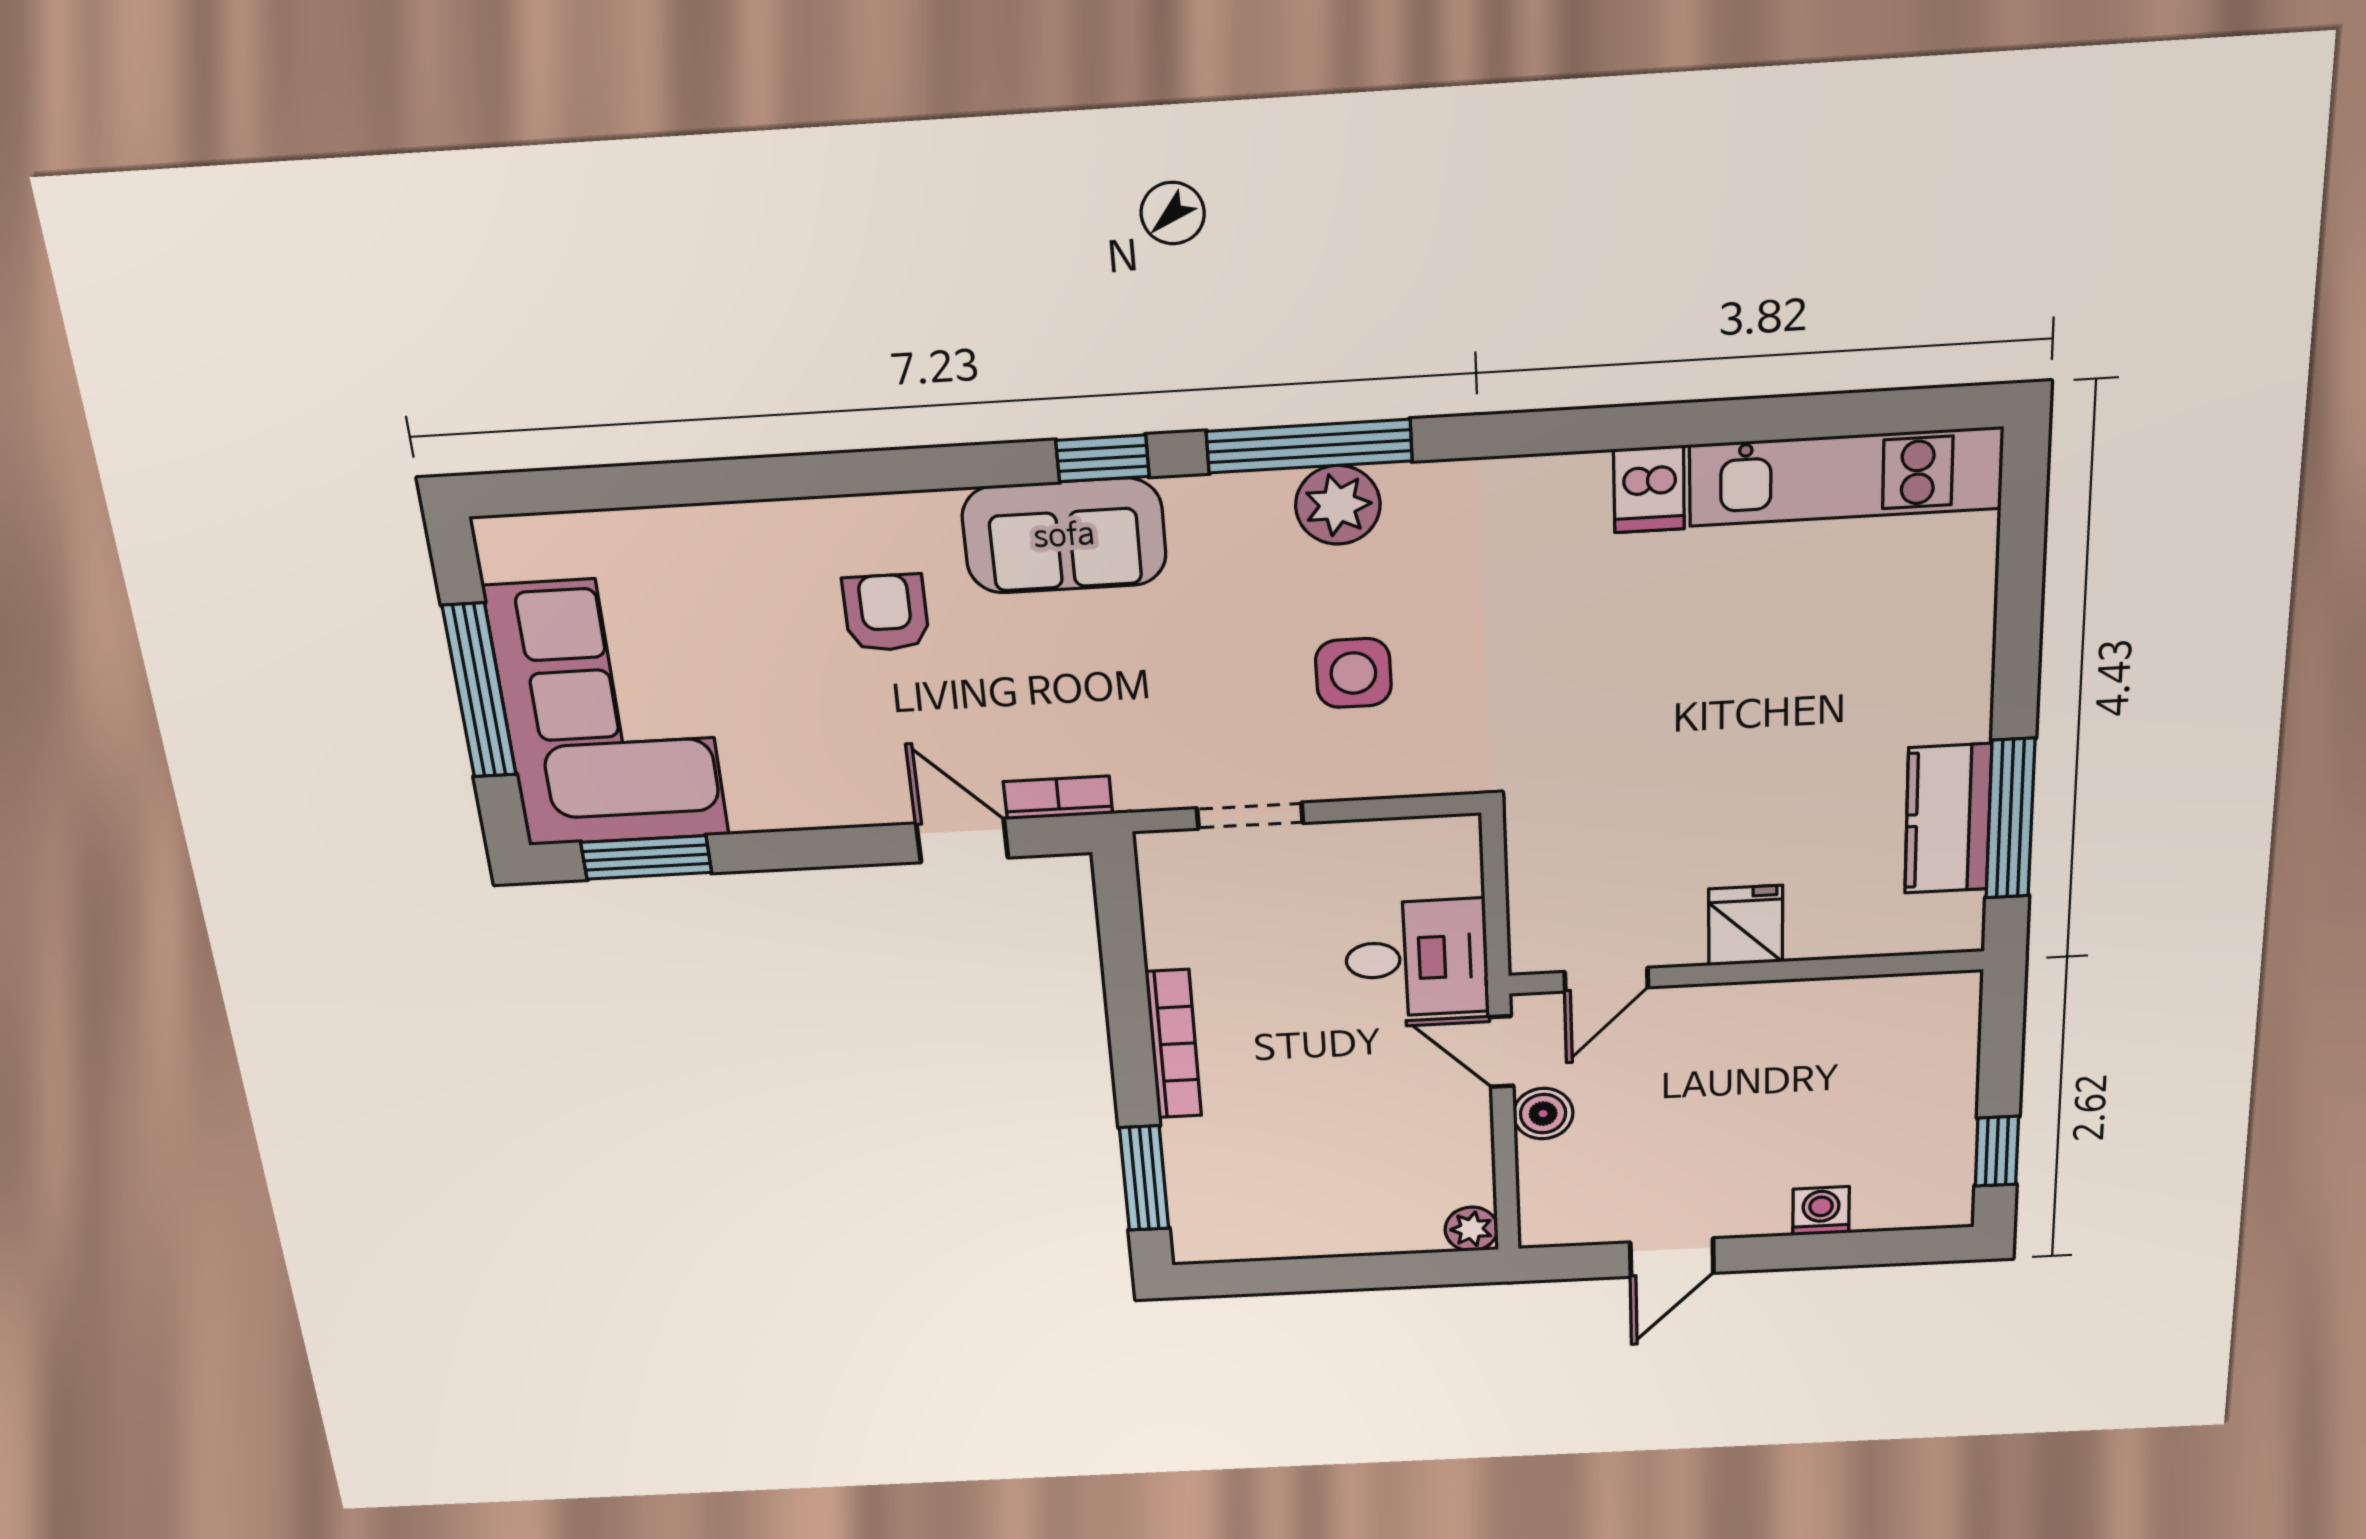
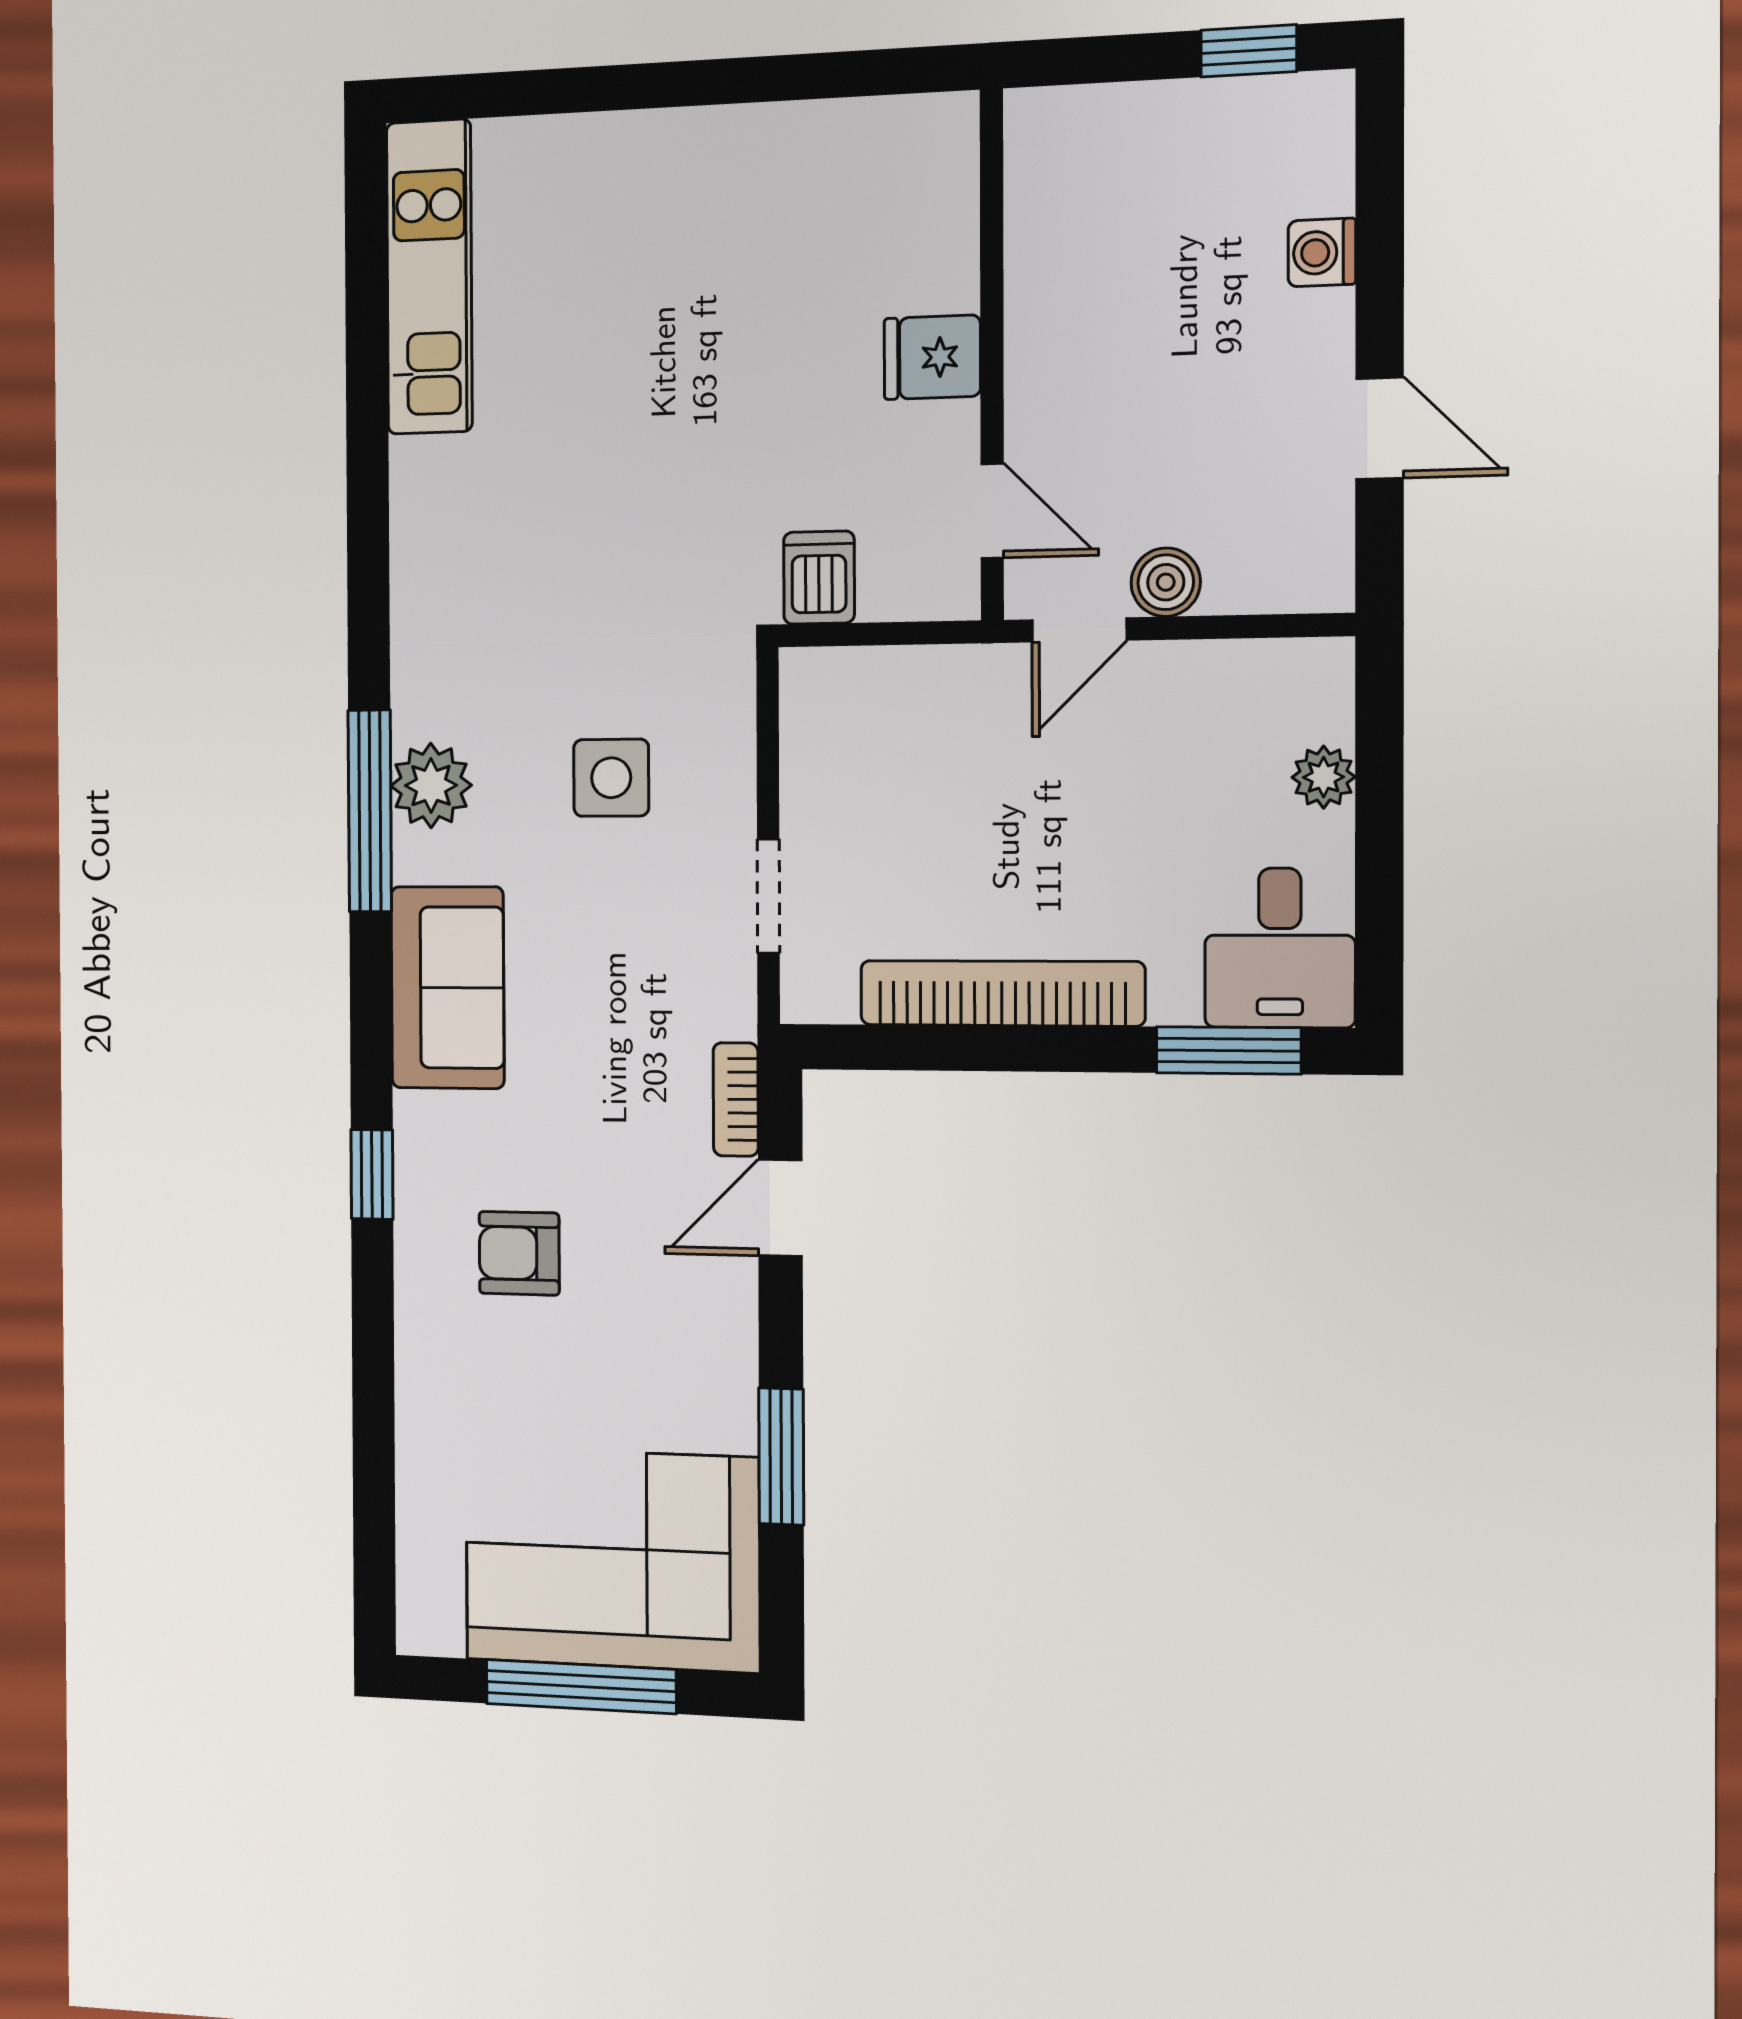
window: (1102, 458) -> (372, 1174), moved
dishwasher: (1649, 489) -> (819, 578), moved, turned -90
sofa: (1064, 536) -> (447, 988), moved
kitchen counter: (1948, 819) -> (814, 143), removed
window: (2010, 819) -> (818, 76), removed
window: (646, 858) -> (781, 1457), moved
desk: (1417, 958) -> (1280, 948), moved, turned 180
bookcase: (1174, 1044) -> (1002, 993), width x1.48, depth x1.31
plant: (1471, 1229) -> (1324, 777), moved

